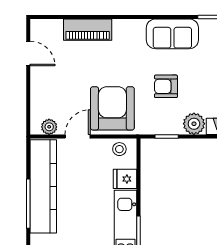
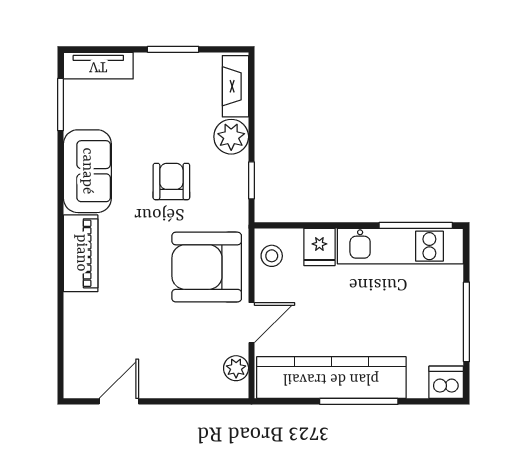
piano: (88, 30) -> (81, 253), moved
armchair: (166, 86) -> (171, 181), turned 180
door: (78, 136) -> (252, 323), swing flipped

